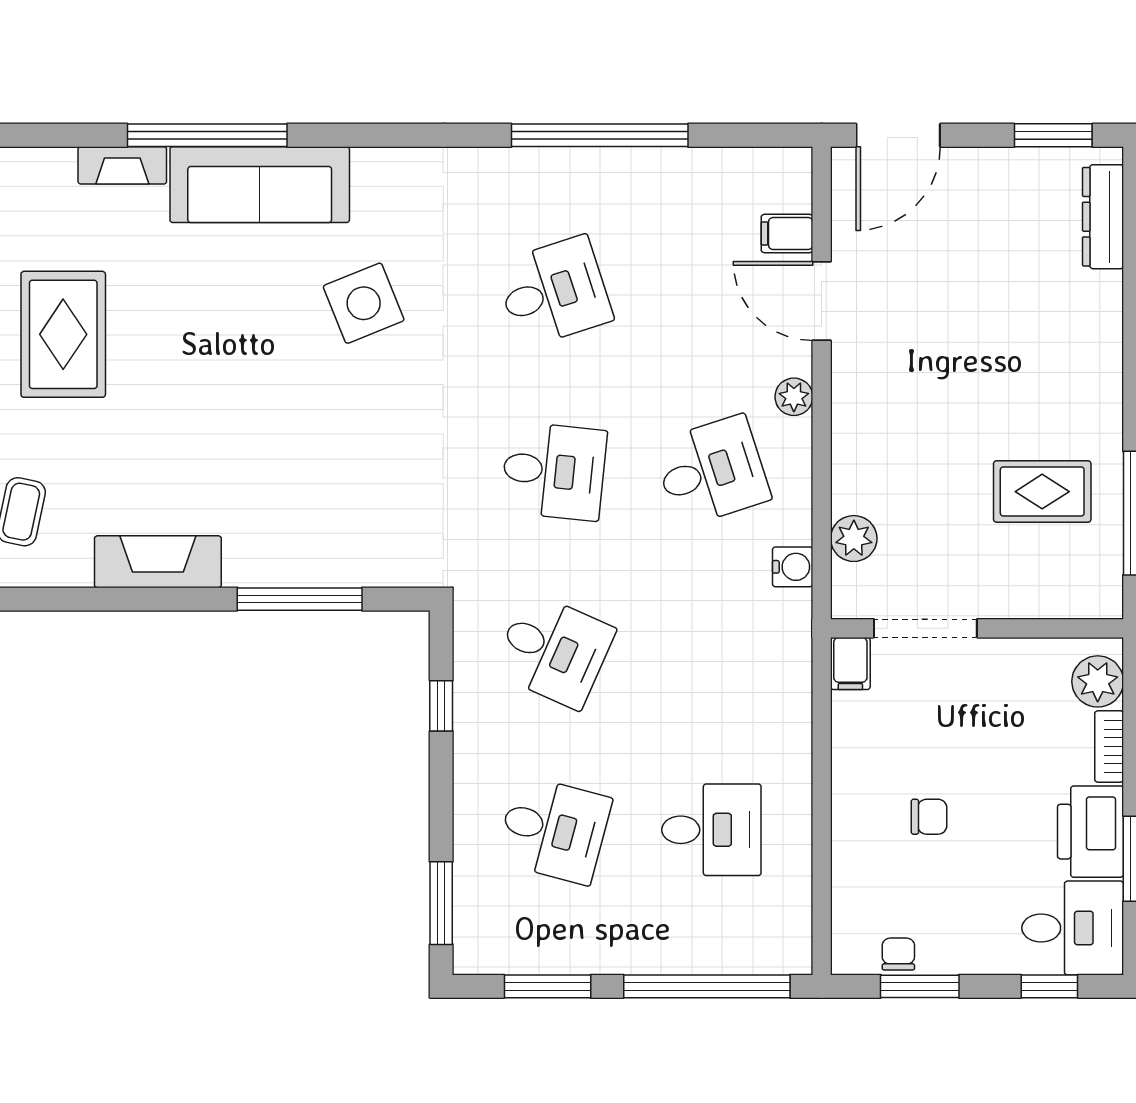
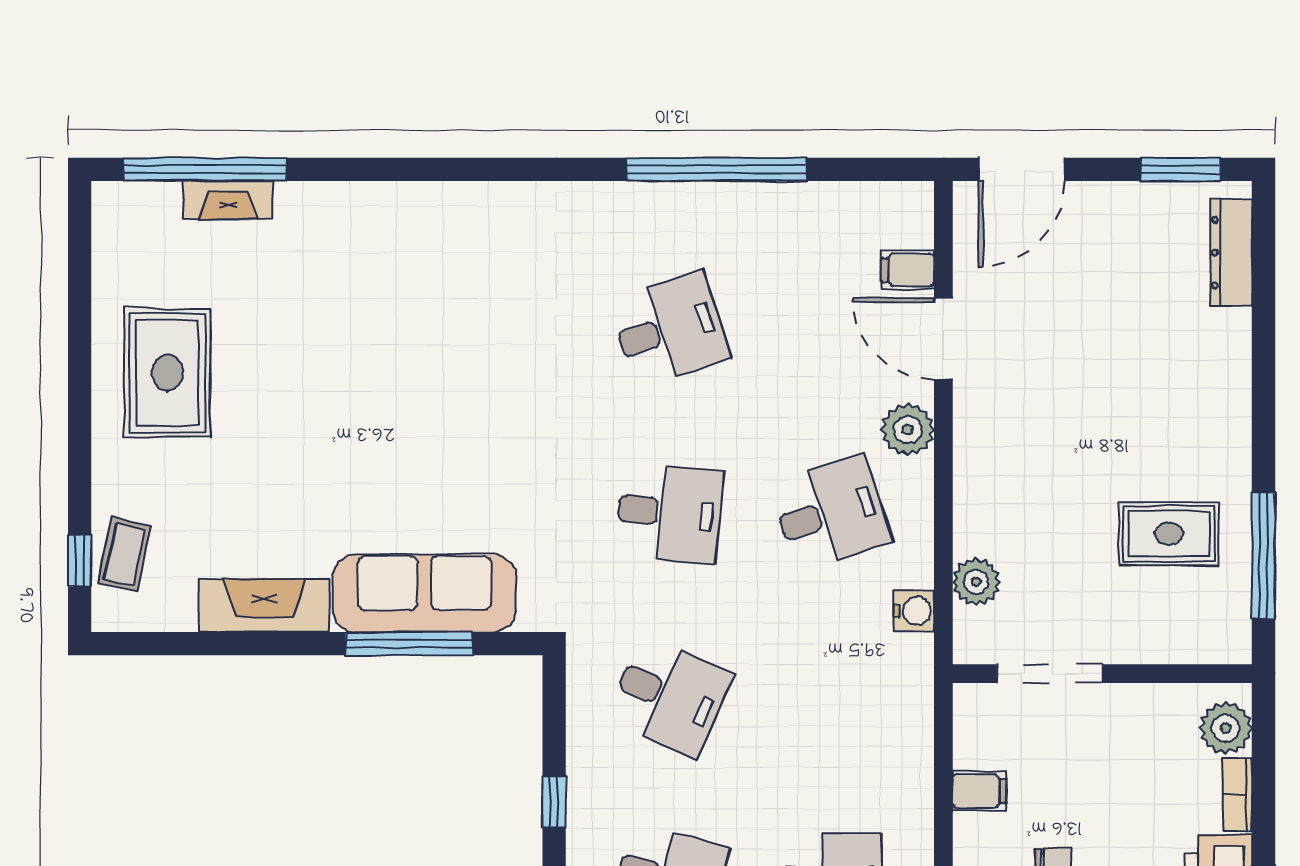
window: (207, 135) -> (205, 169), moved
sofa: (260, 185) -> (424, 593), moved, turned 180
side table: (364, 303) -> (475, 341), removed
plant: (794, 397) -> (908, 430), width x1.38, depth x1.38
filing cabinet: (850, 664) -> (979, 791), moved, turned -90
window: (441, 706) -> (554, 802), moved

